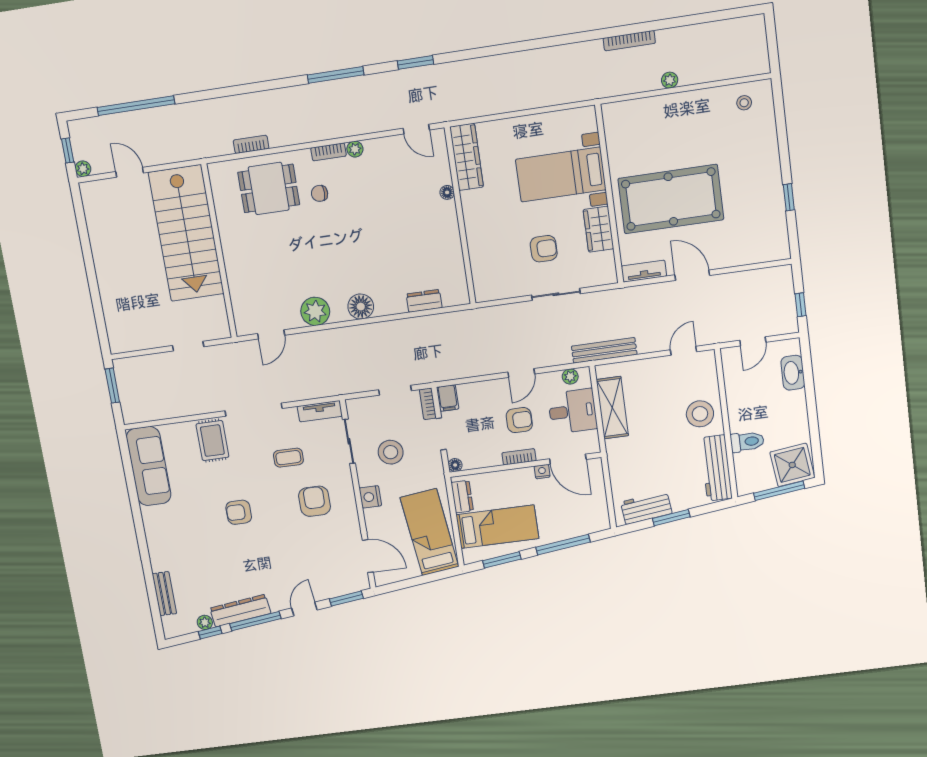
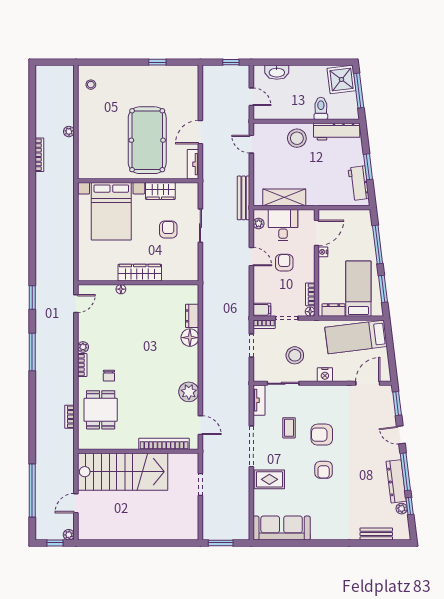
wardrobe: (467, 157) -> (140, 273), moved
bed with nightstands: (561, 174) -> (111, 211), width x1.36
bookcase: (236, 287) -> (164, 444), added
floor lamp: (361, 307) -> (190, 338), moved
bookcase: (519, 457) -> (310, 294), moved
armchair: (315, 501) -> (322, 435), moved

